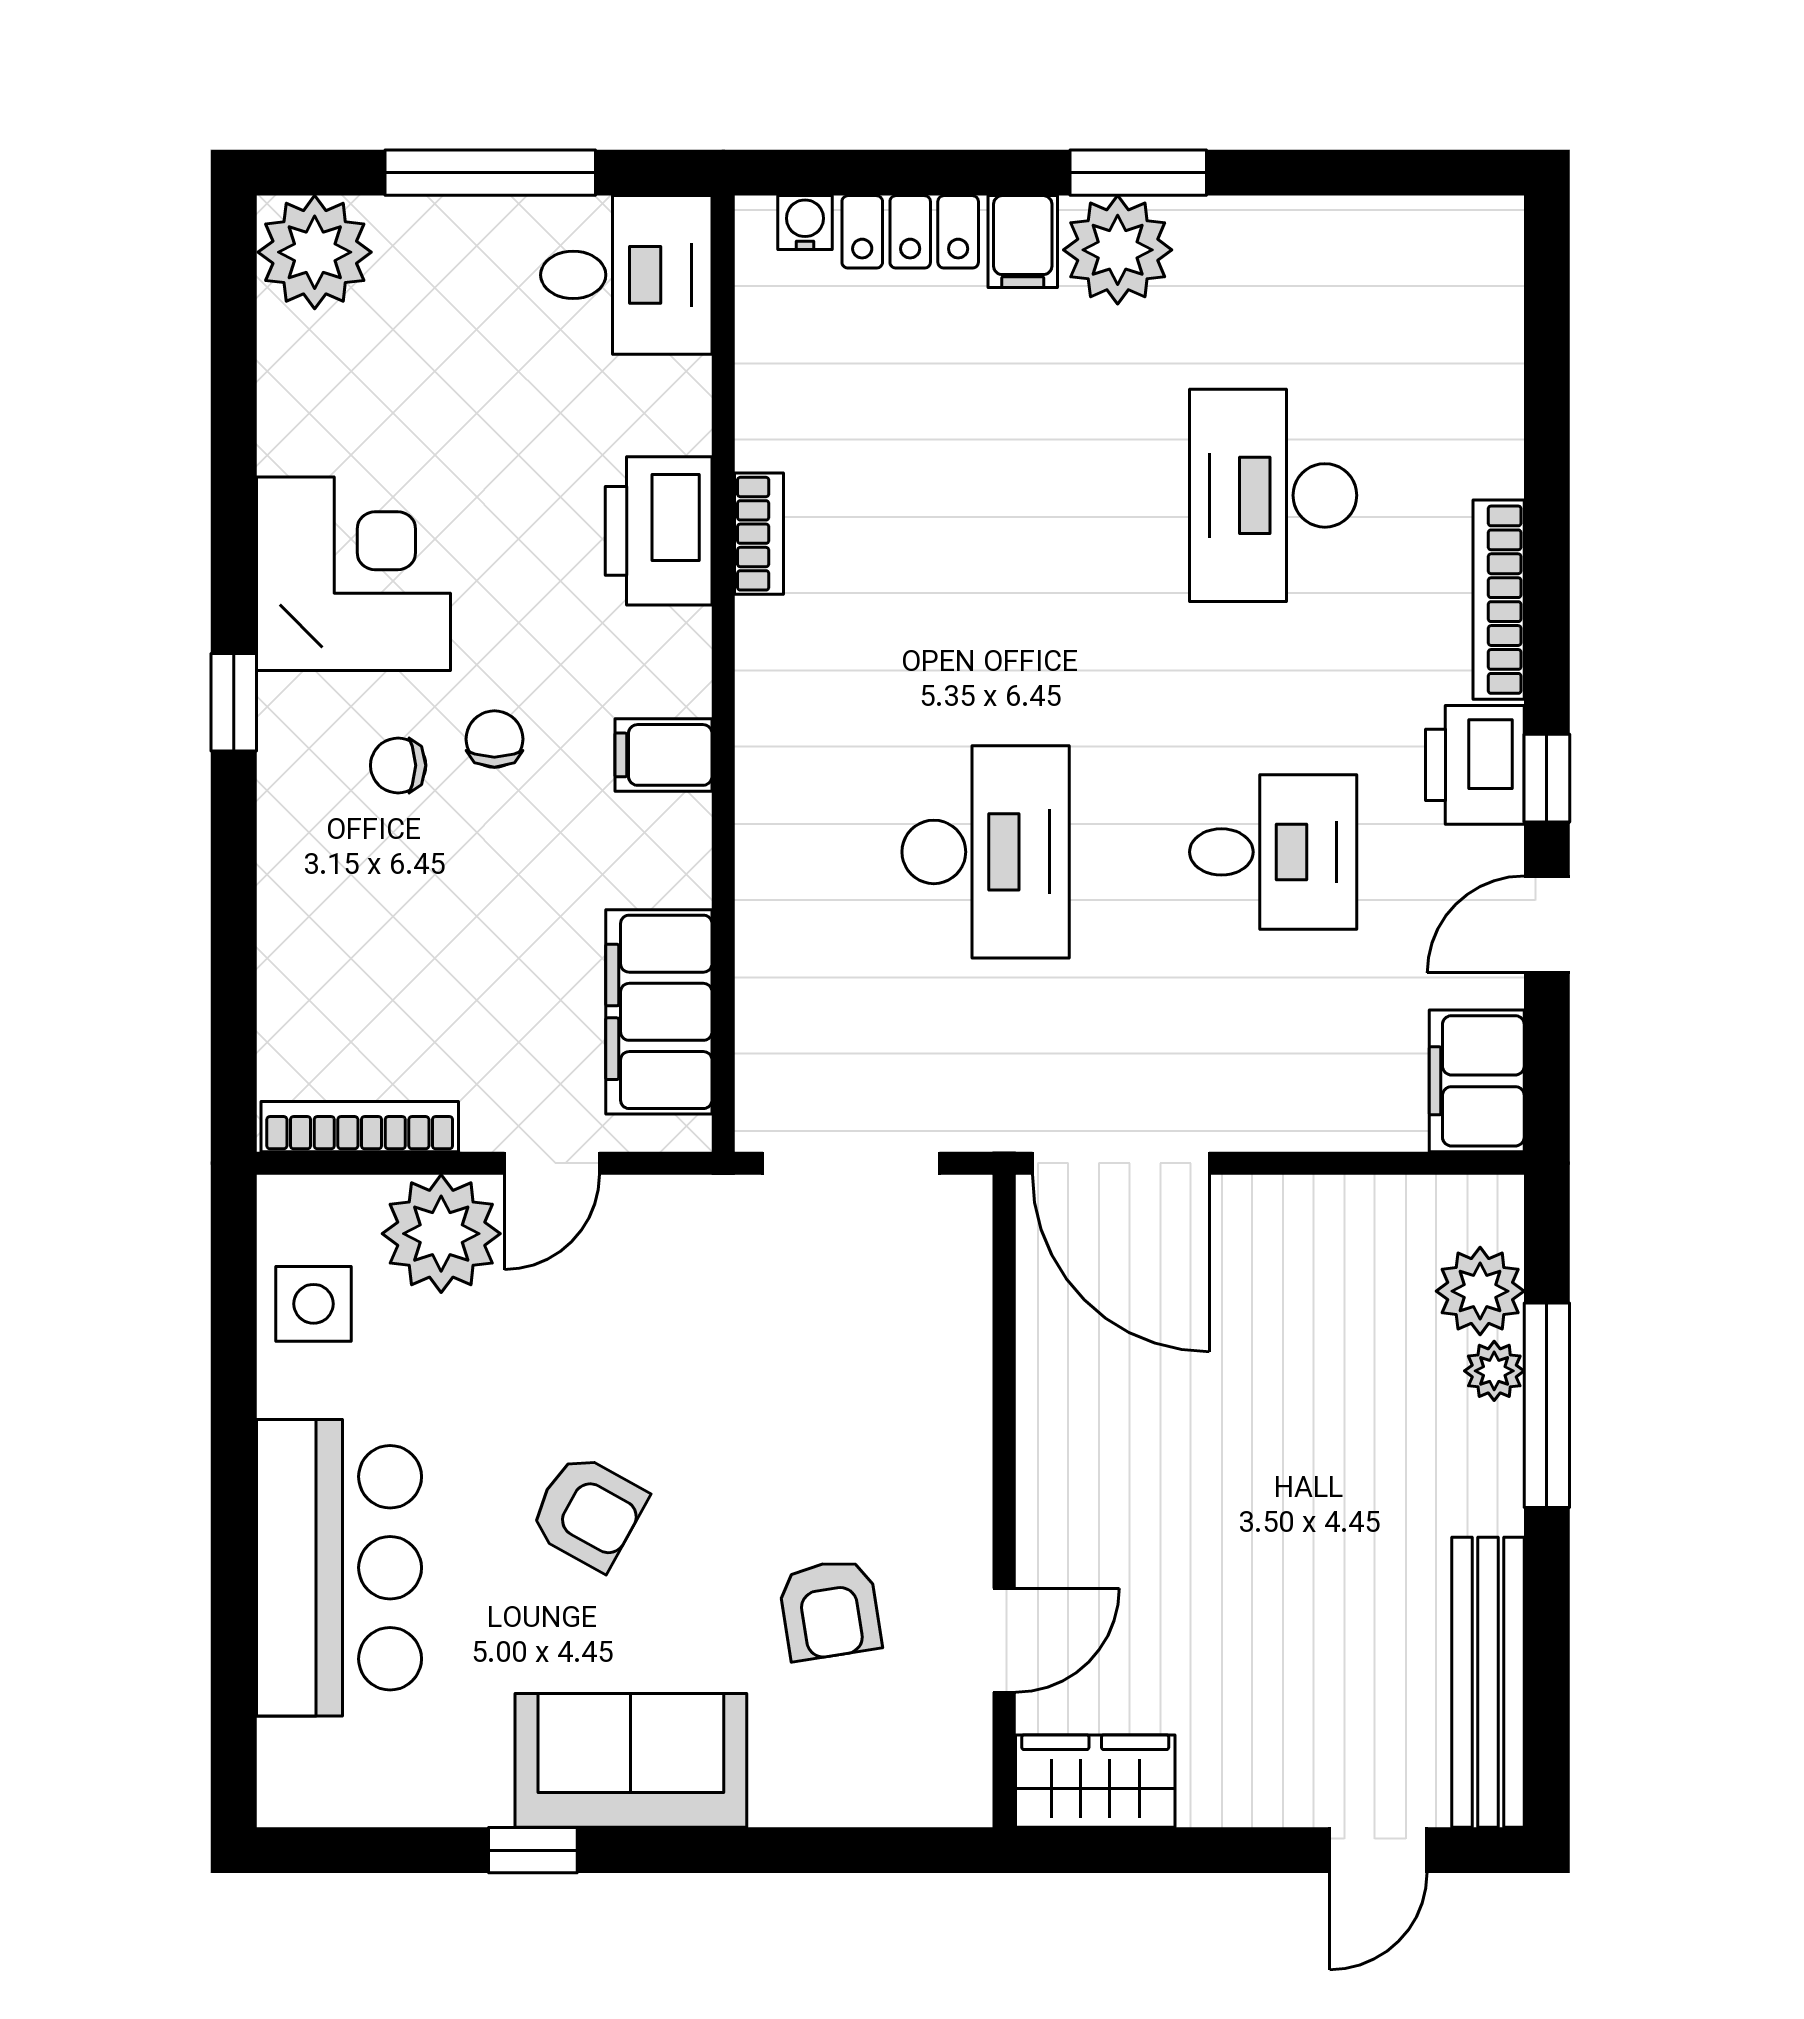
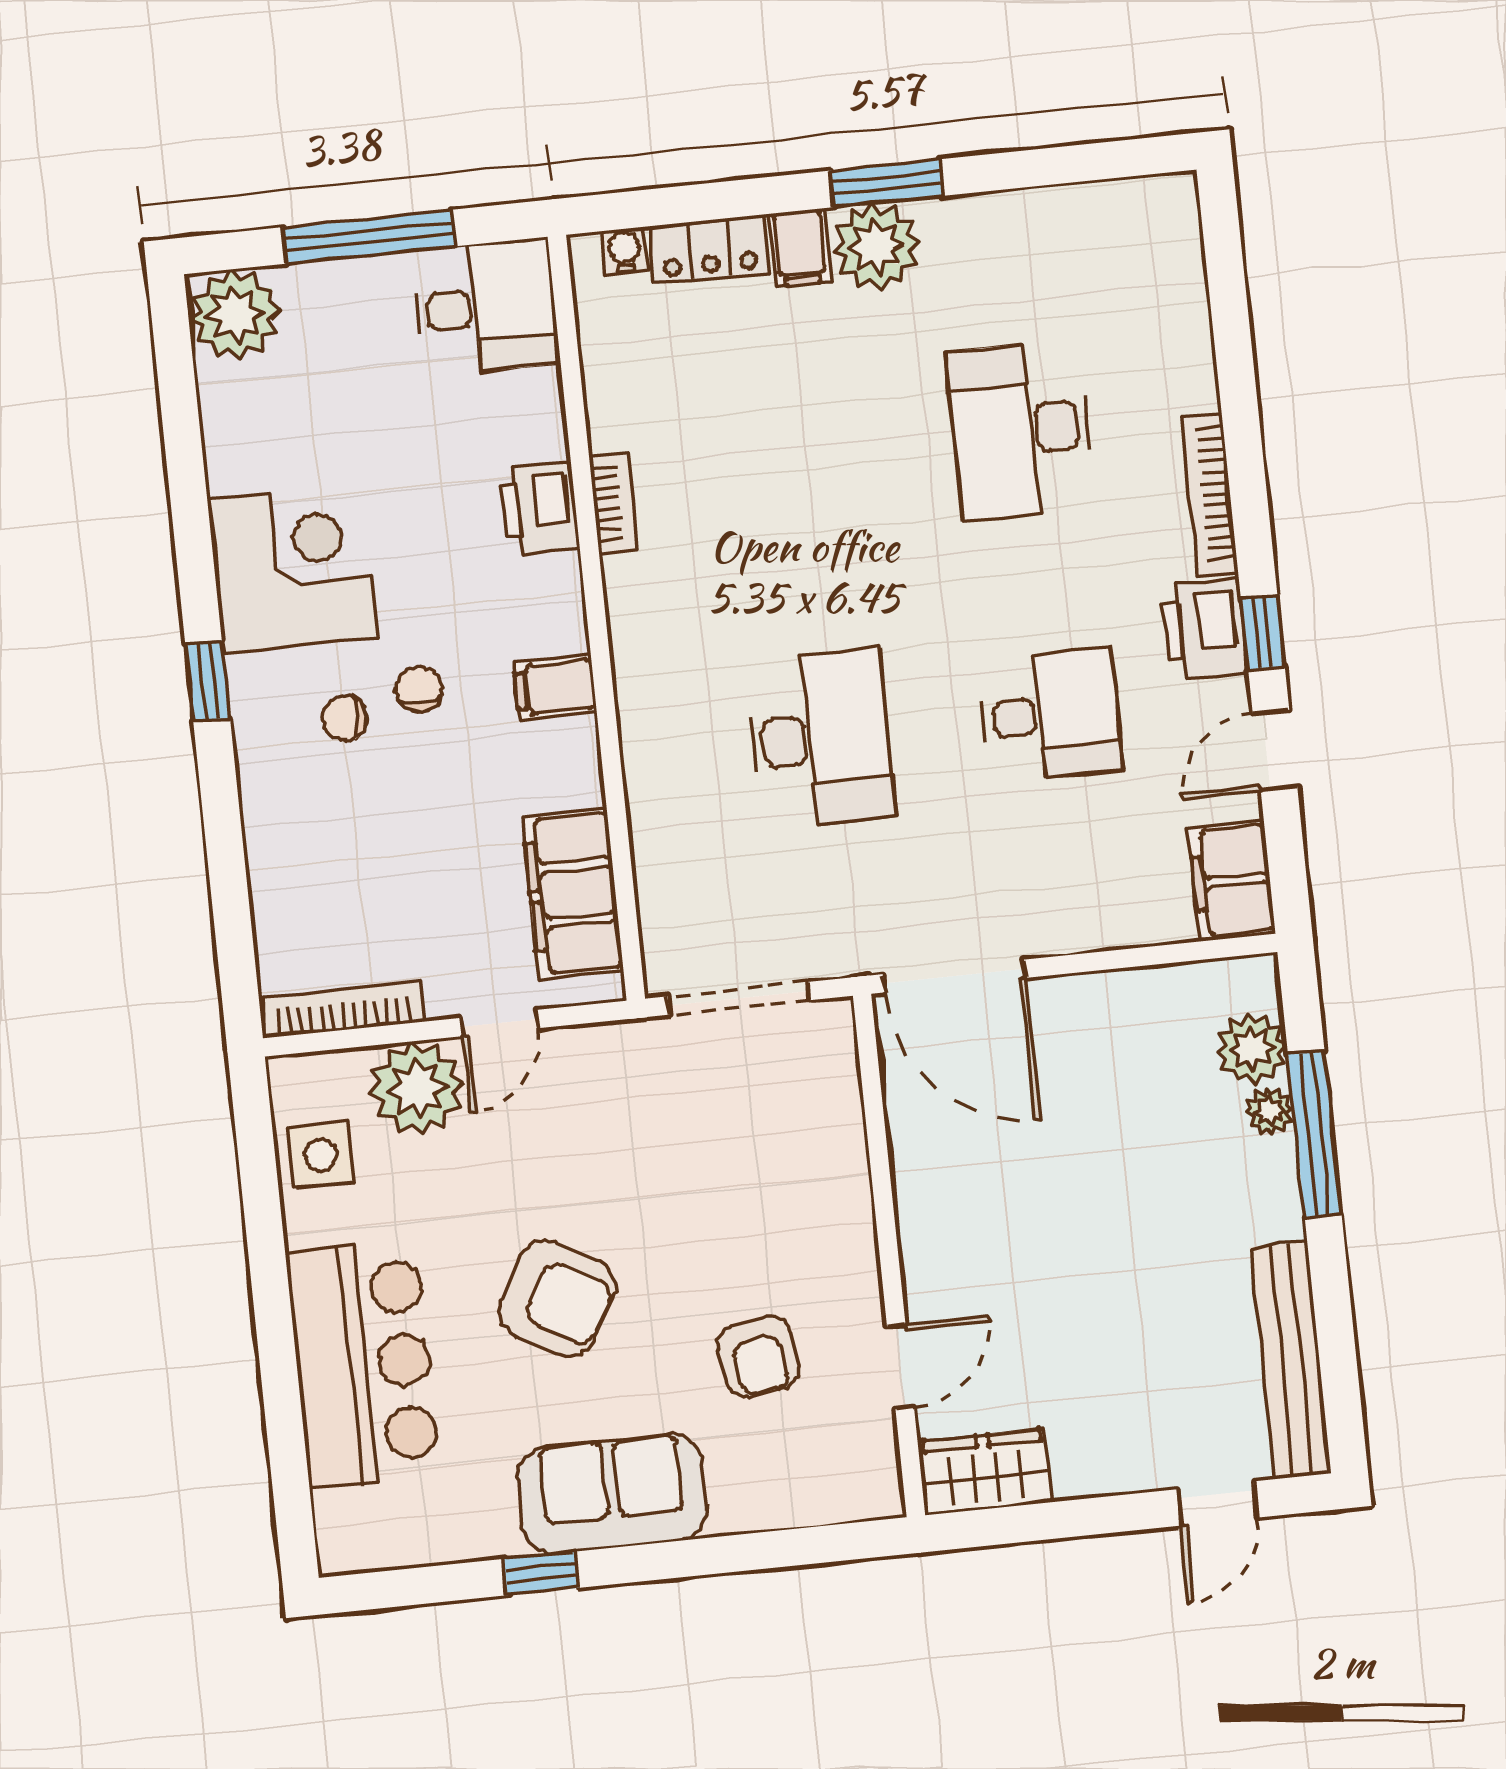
printer: (659, 531) -> (540, 508), width x0.73, depth x0.84
armchair: (588, 1512) -> (557, 1299), width x1.38, depth x1.38

